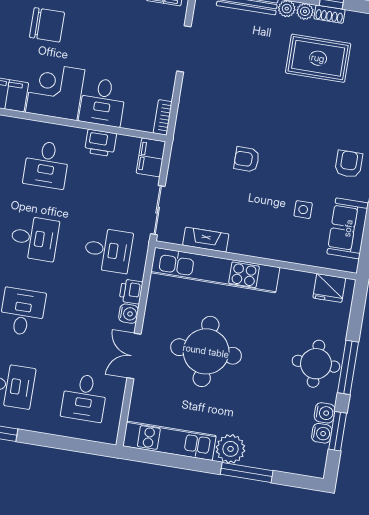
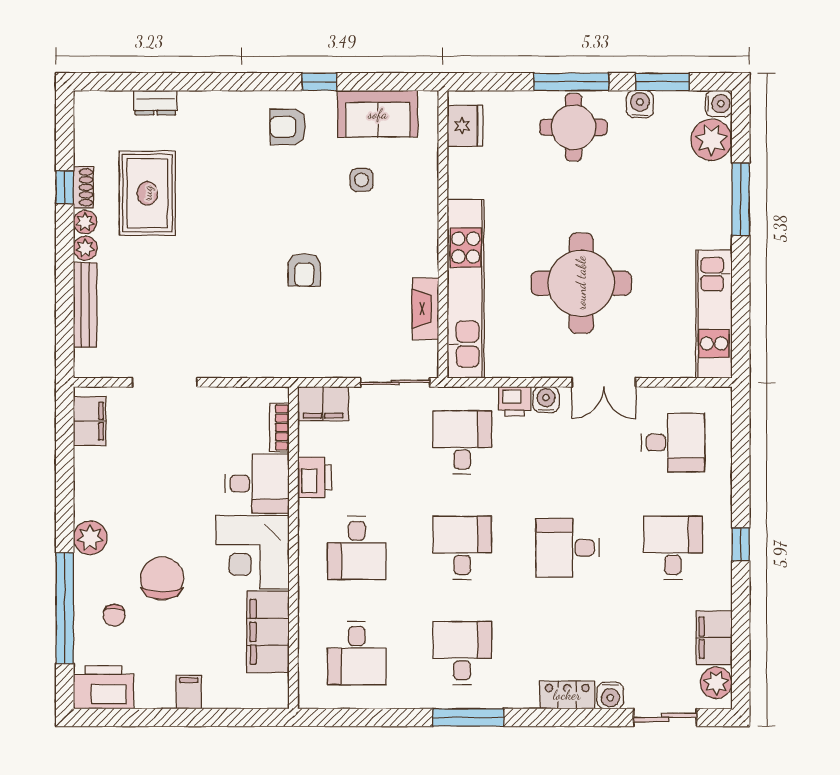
bookcase: (163, 117) -> (279, 427), moved, turned 90
desk: (46, 165) -> (357, 548), turned 90
water cooler: (322, 433) -> (719, 104), moved, turned 90
plant: (230, 449) -> (711, 140), moved

